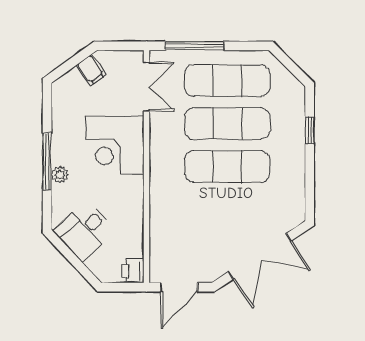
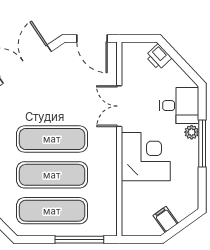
double door: (147, 87) -> (119, 106), moved
desk: (84, 231) -> (179, 106), moved, turned 43
printer: (133, 271) -> (158, 57), moved, turned 137
door: (179, 287) -> (92, 38), swing flipped

